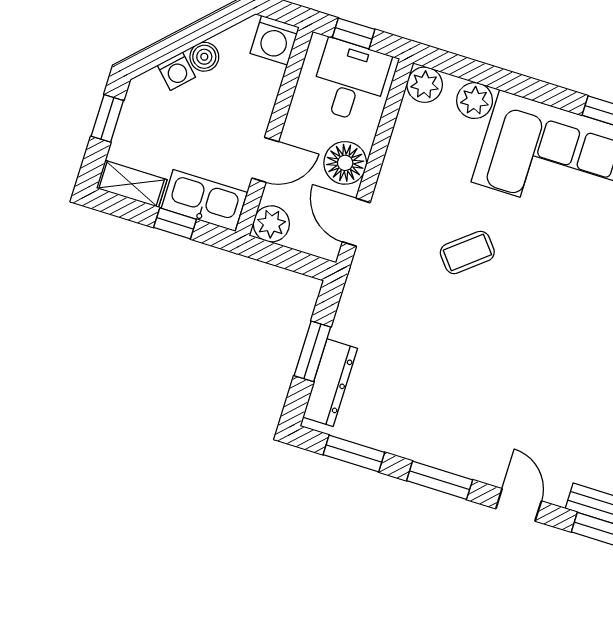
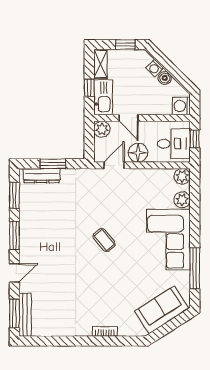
coffee table: (467, 252) -> (104, 240), moved

